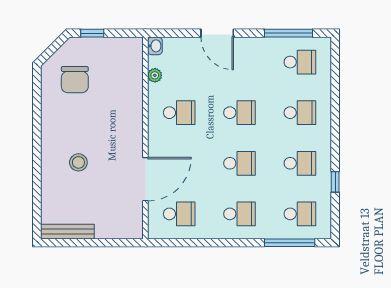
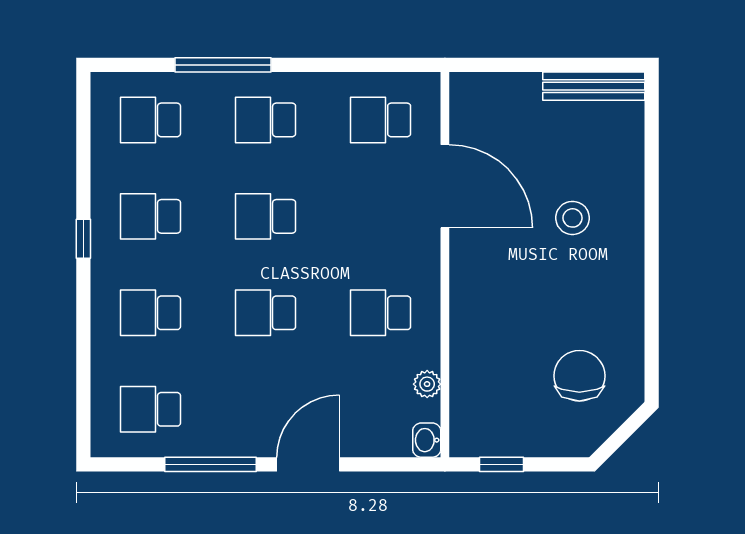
window: (92, 33) -> (502, 464), moved
door: (217, 33) -> (308, 464), hinge flipped
window: (288, 33) -> (211, 464), moved
door: (145, 179) -> (445, 186), swing flipped
window: (335, 182) -> (83, 239), moved
window: (290, 243) -> (223, 65), moved

